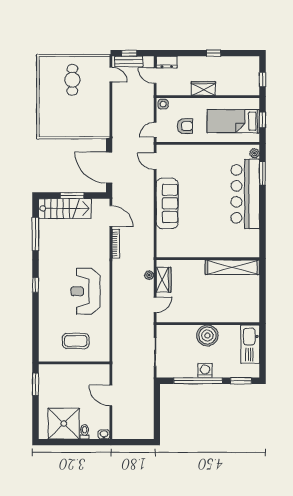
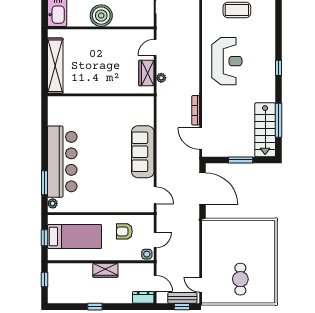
door: (155, 130) -> (155, 240), moved
stairs: (65, 208) -> (265, 130), moved, turned -90
shelving: (232, 267) -> (55, 66), moved, turned 90

